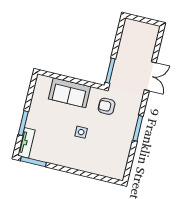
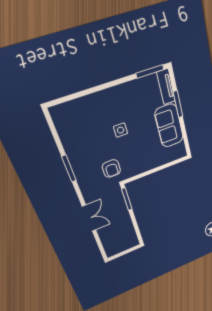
double door: (150, 76) -> (89, 218), swing flipped
sofa: (70, 93) -> (169, 126), moved, turned -90
armchair: (107, 106) -> (111, 168), turned 90

